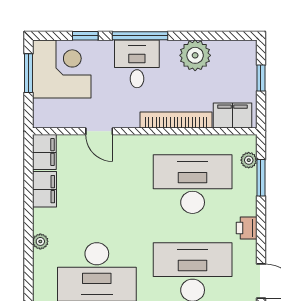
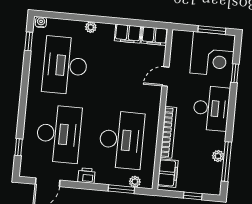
window: (140, 36) -> (227, 162), moved
plant: (195, 55) -> (218, 156), width x0.53, depth x0.53
desk: (137, 64) -> (211, 108), width x1.37

